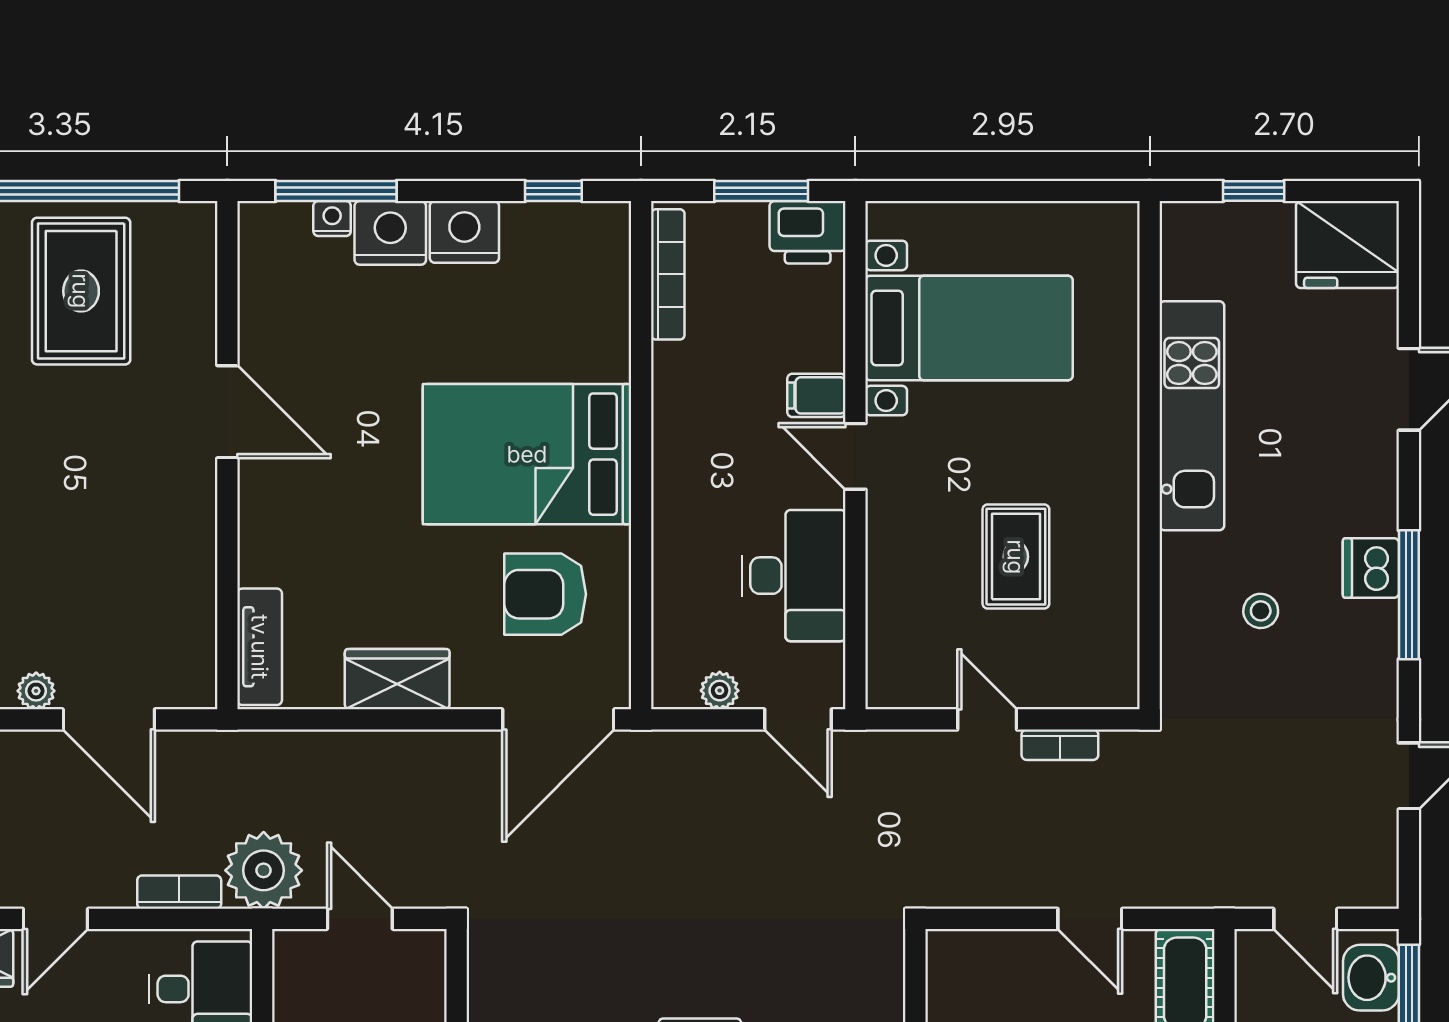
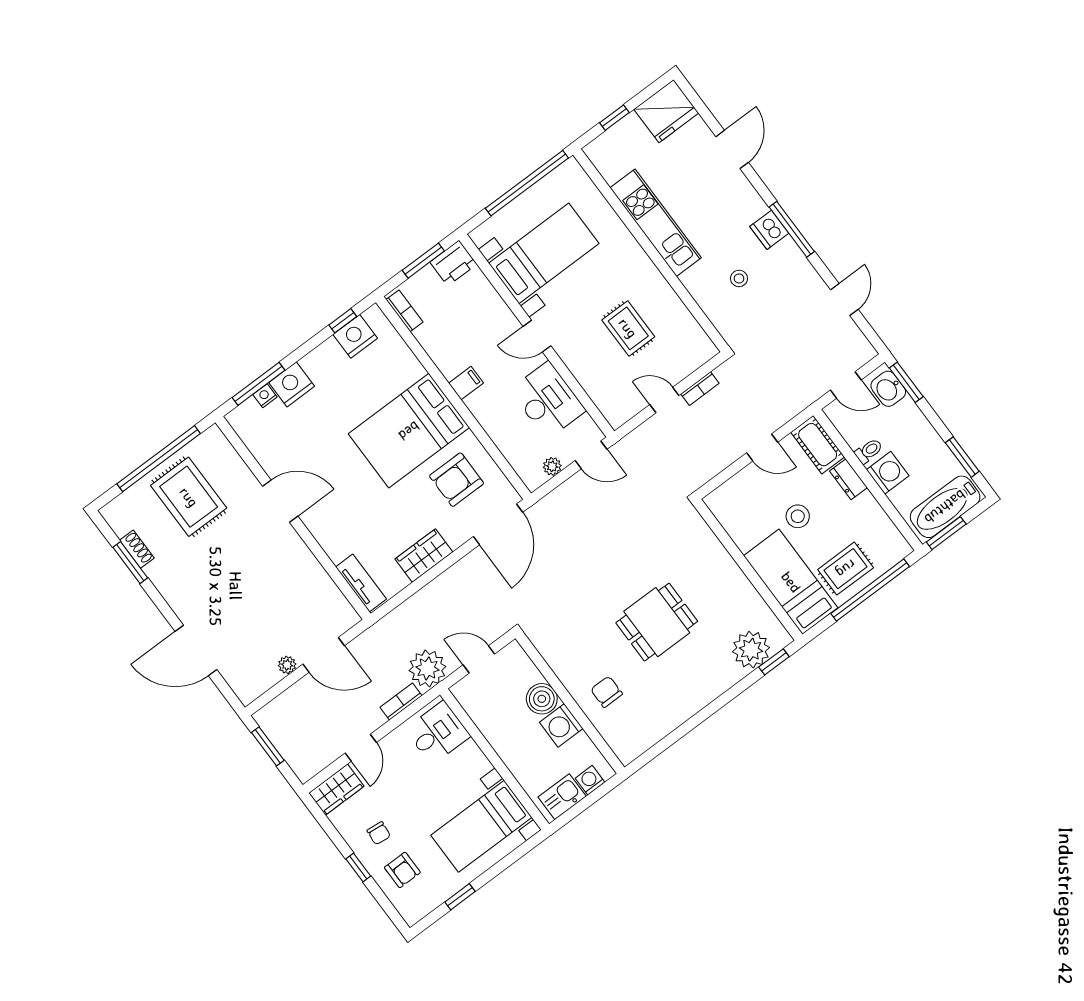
window: (1028, 191) -> (527, 183), added
nightstand: (464, 232) -> (355, 336), moved
bookcase: (668, 274) -> (404, 311), width x0.64
filing cabinet: (816, 395) -> (466, 383), moved, turned 180

